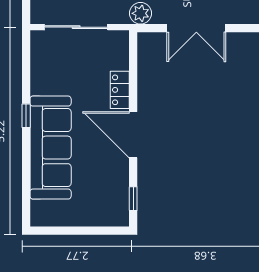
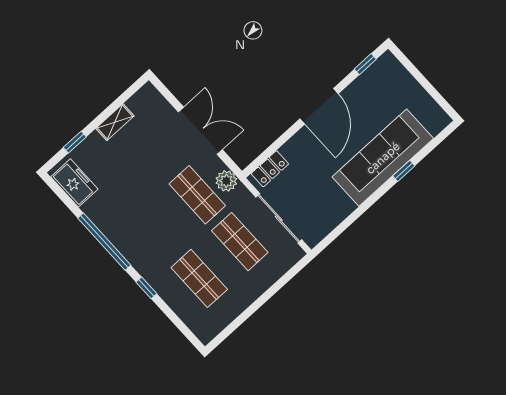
locker: (120, 90) -> (270, 169), moved
window: (26, 116) -> (404, 171), moved

